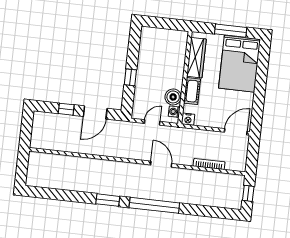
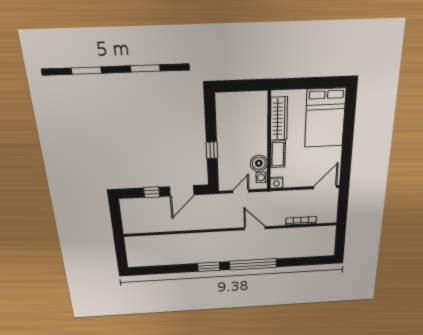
window: (231, 31) -> (313, 83), removed
window: (248, 193) -> (340, 240), removed

